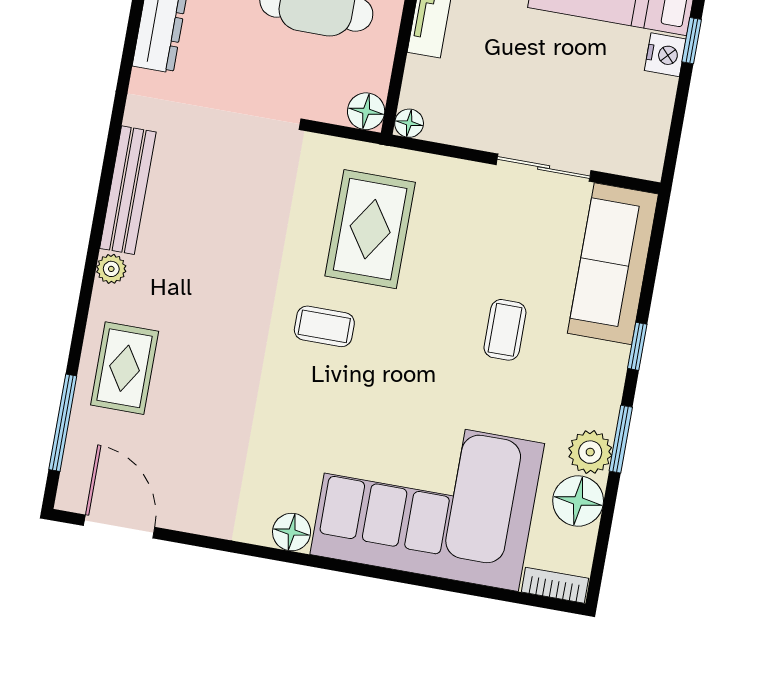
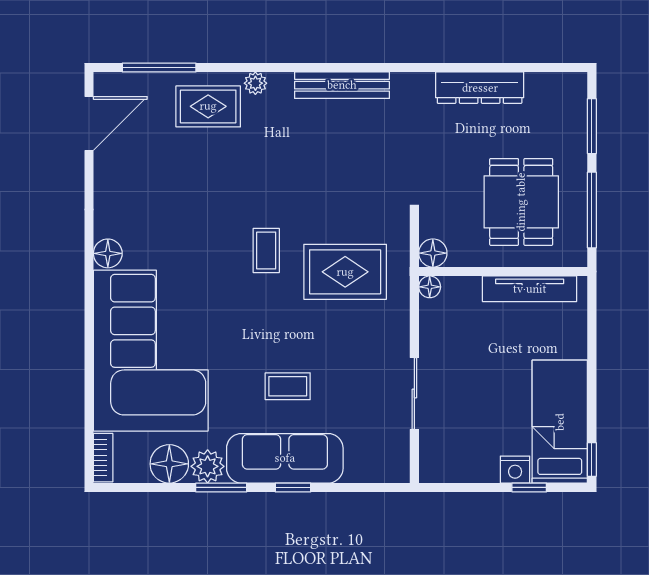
sofa: (613, 264) -> (285, 458), moved
plant: (111, 269) -> (255, 83), moved

